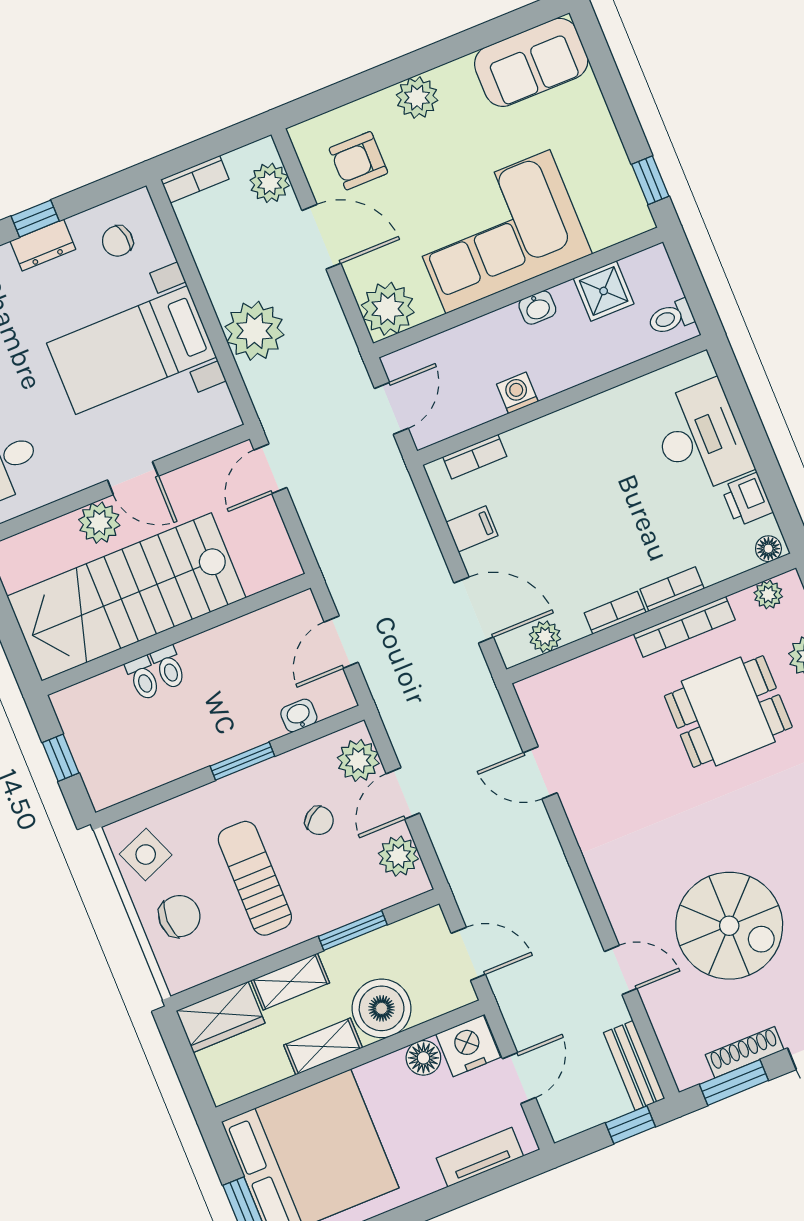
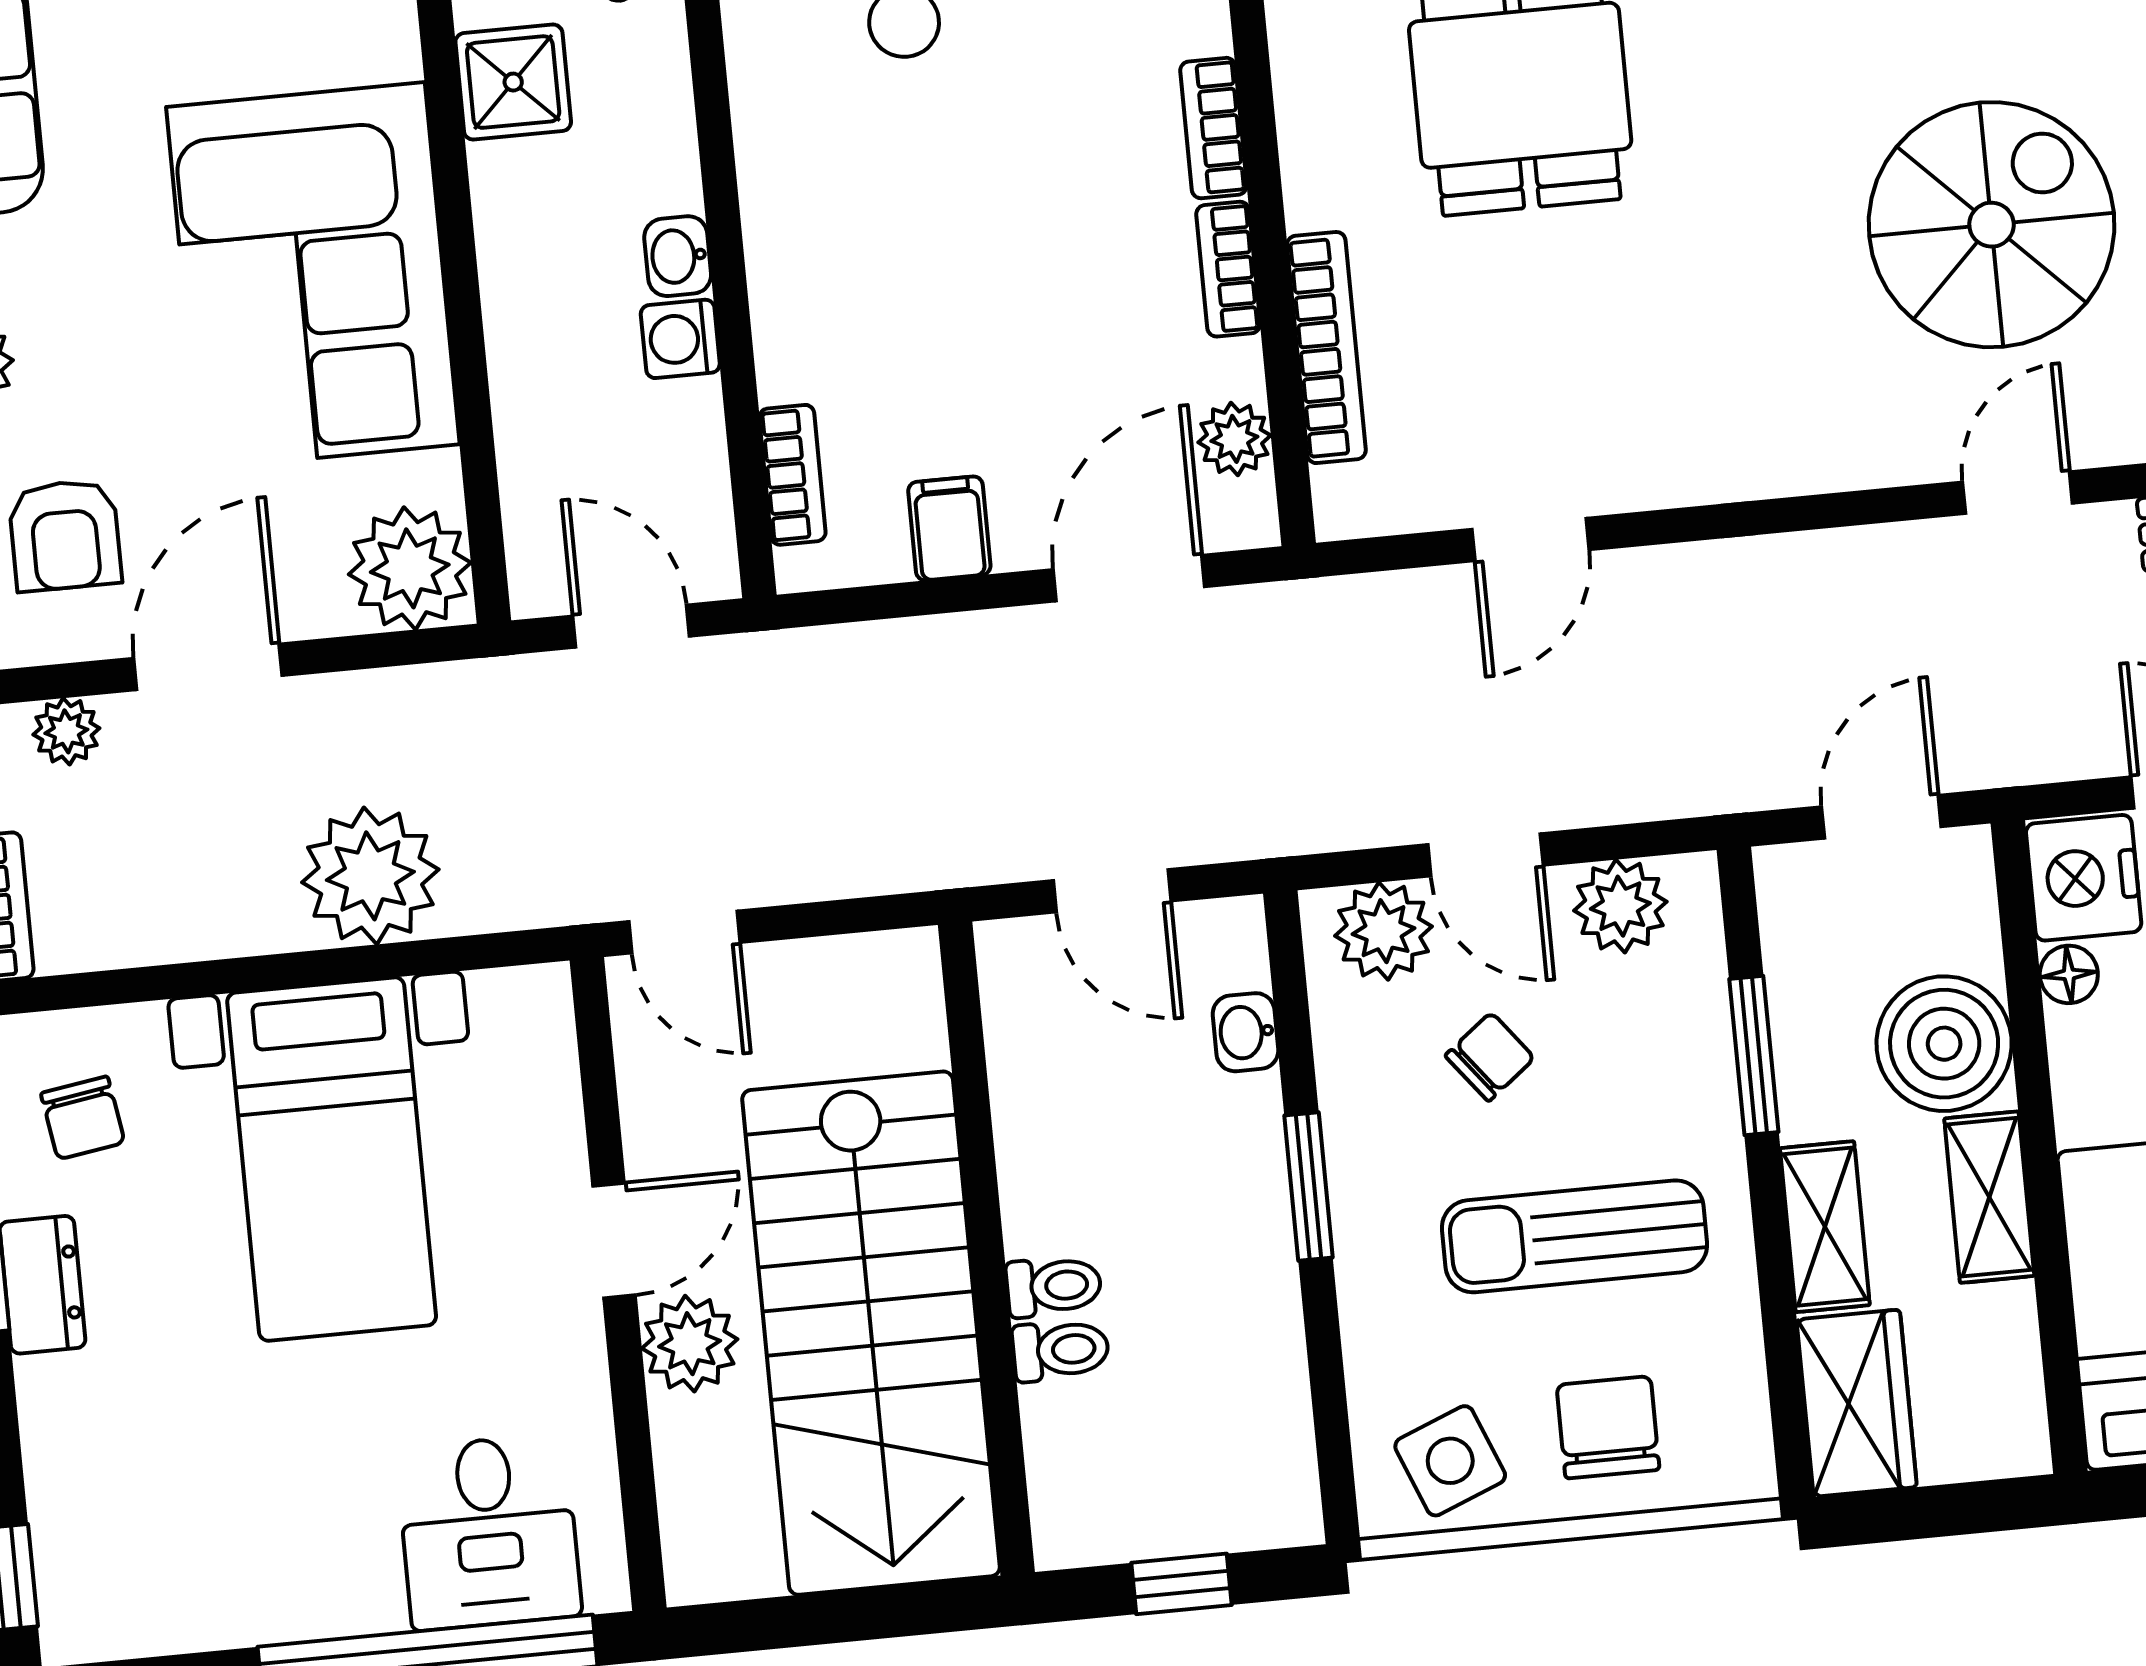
plant: (270, 183) -> (66, 731), width x0.73, depth x0.73
washbasin: (537, 308) -> (678, 256), moved, turned 180
bookcase: (684, 627) -> (1326, 348), moved
floor lamp: (423, 1058) -> (2069, 974), width x0.73, depth x0.73

